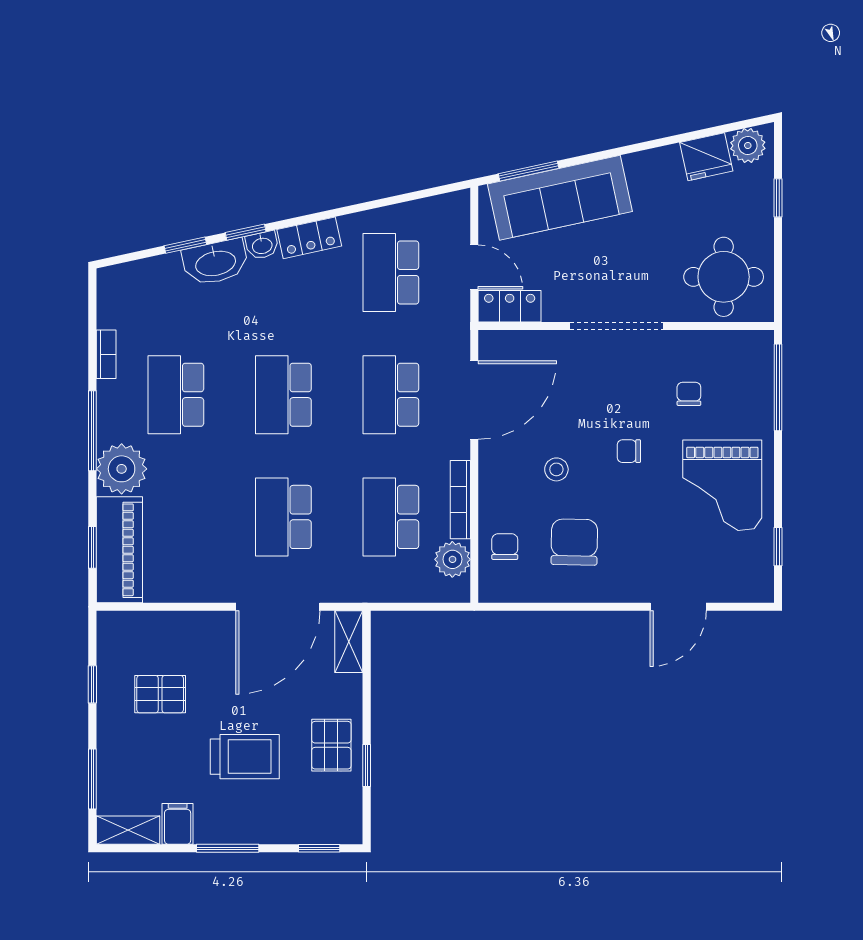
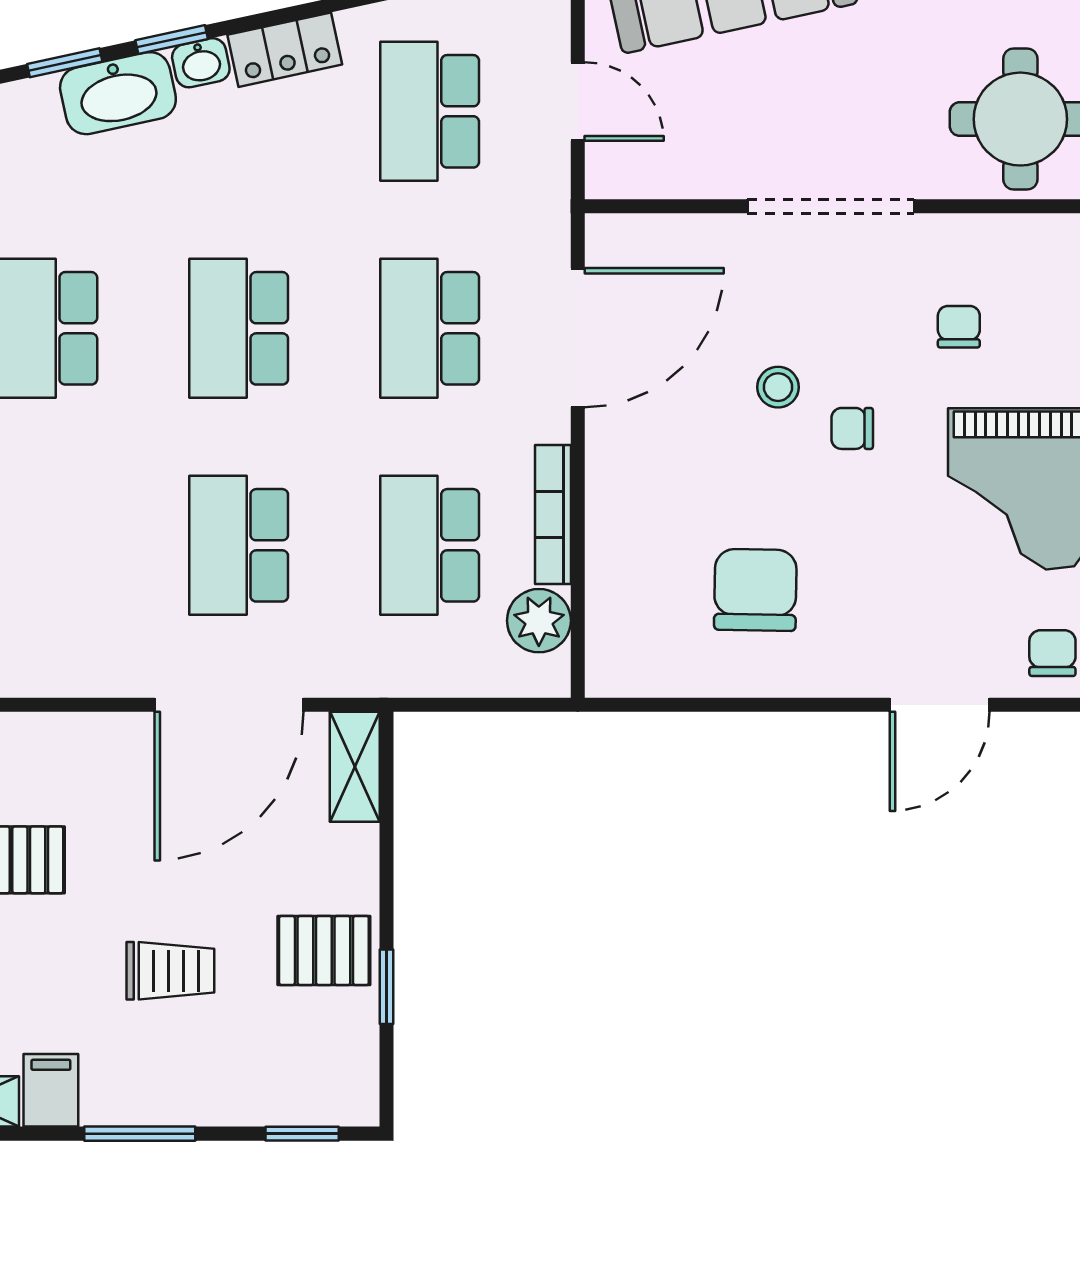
locker: (510, 306) -> (640, 171), removed
stool: (556, 469) -> (778, 387), moved
chair: (505, 547) -> (1052, 653), moved
pallet: (331, 745) -> (324, 951), turned 90
trolley: (245, 757) -> (170, 971), width x0.73, depth x0.72

